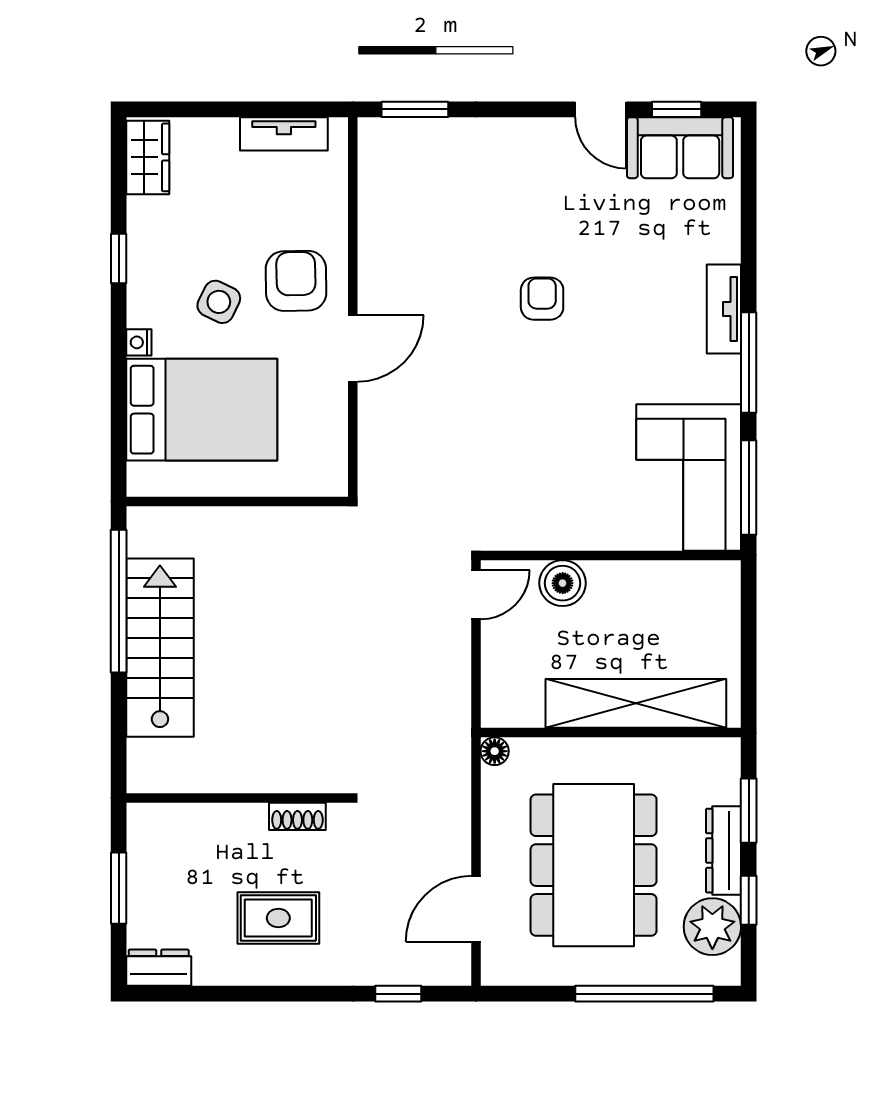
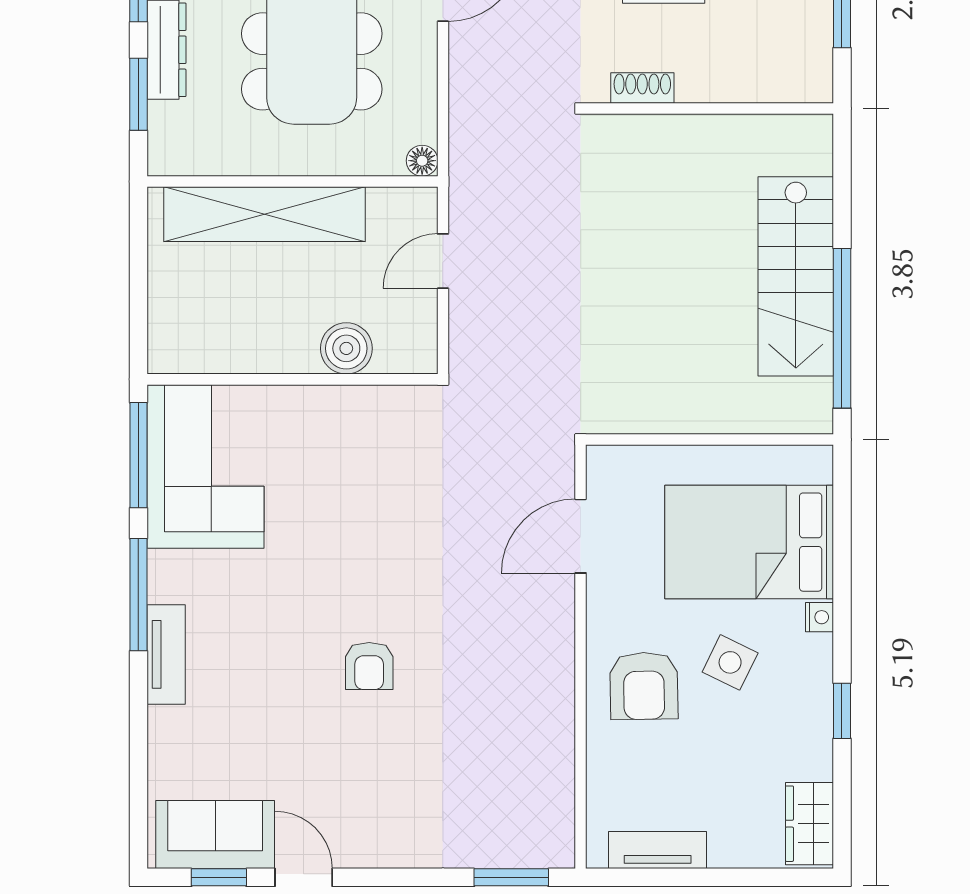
door: (353, 348) -> (581, 536), moved
door: (476, 595) -> (443, 261), moved

